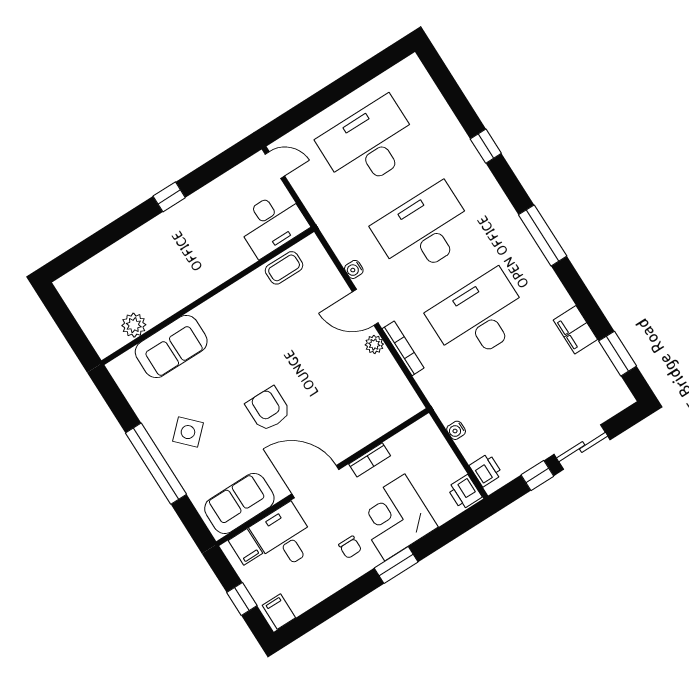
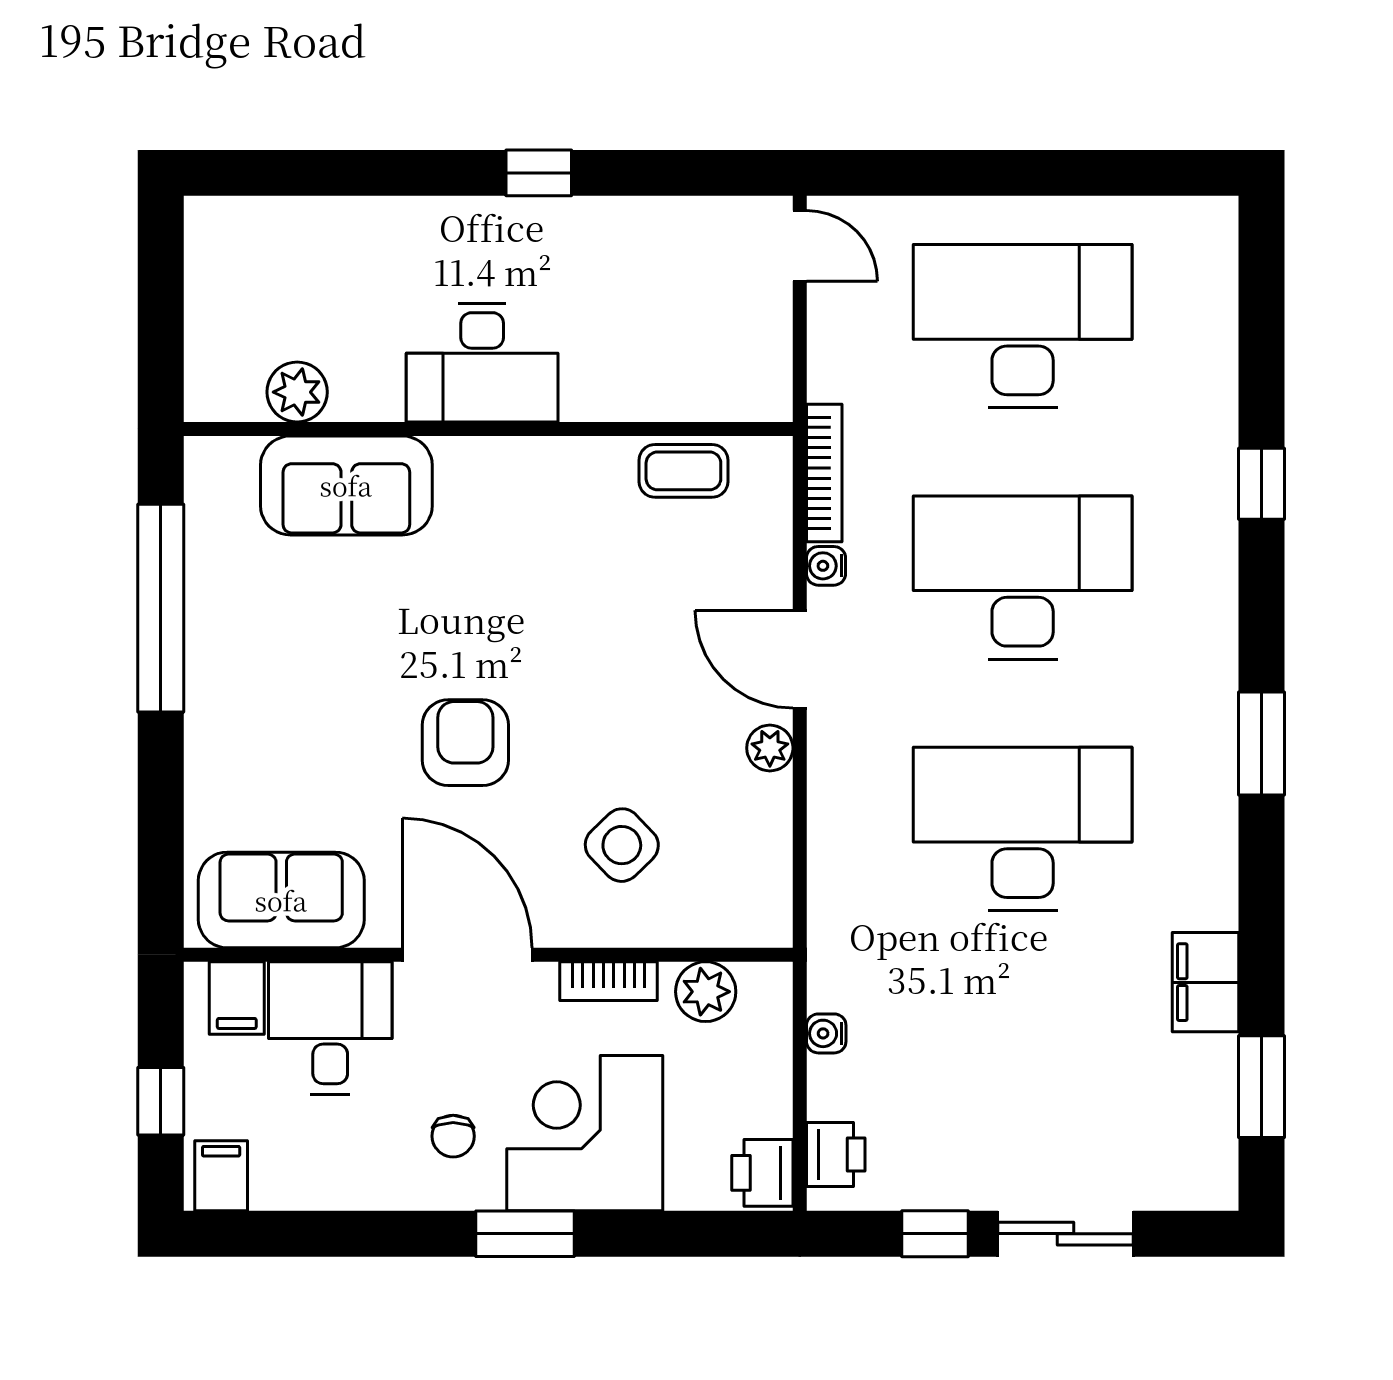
desk: (272, 223) -> (482, 363), moved
window: (543, 235) -> (1262, 743), width x0.69
bookcase: (403, 348) -> (824, 473), moved
side table: (188, 432) -> (622, 845), moved
plant: (405, 442) -> (706, 992), added
window: (156, 464) -> (161, 608), moved

